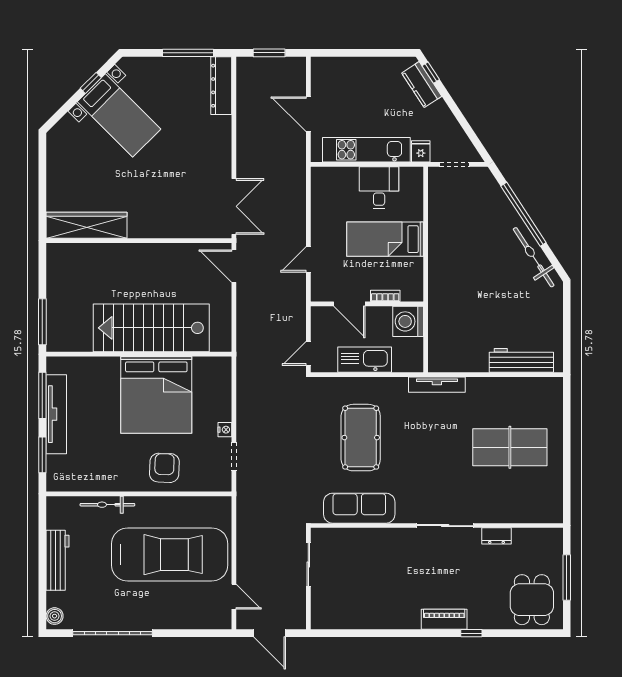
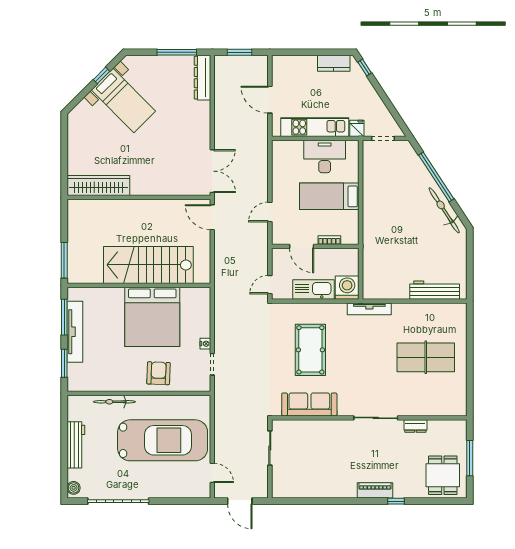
kitchen counter: (422, 85) -> (334, 63), moved, turned -57
desk: (379, 188) -> (325, 157), width x1.37
washing machine: (408, 321) -> (347, 288), moved, turned 90

